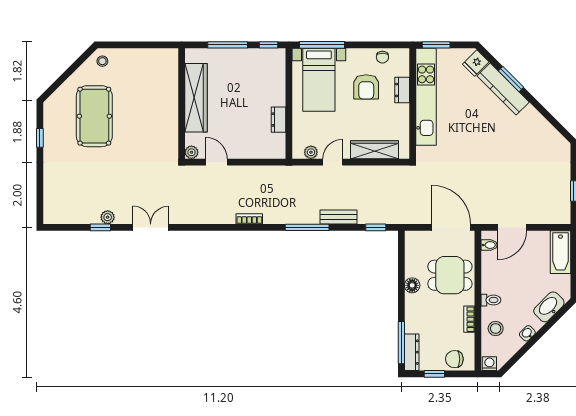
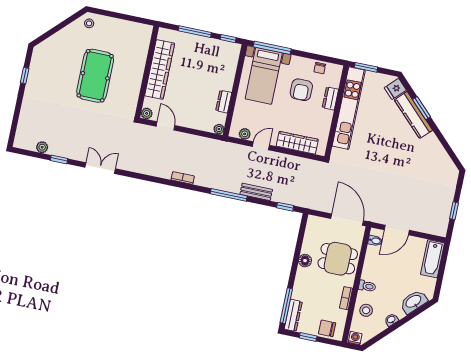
pool table: (94, 116) -> (95, 76), moved
plant: (280, 153) -> (219, 129), added
plant: (108, 217) -> (42, 147), moved

